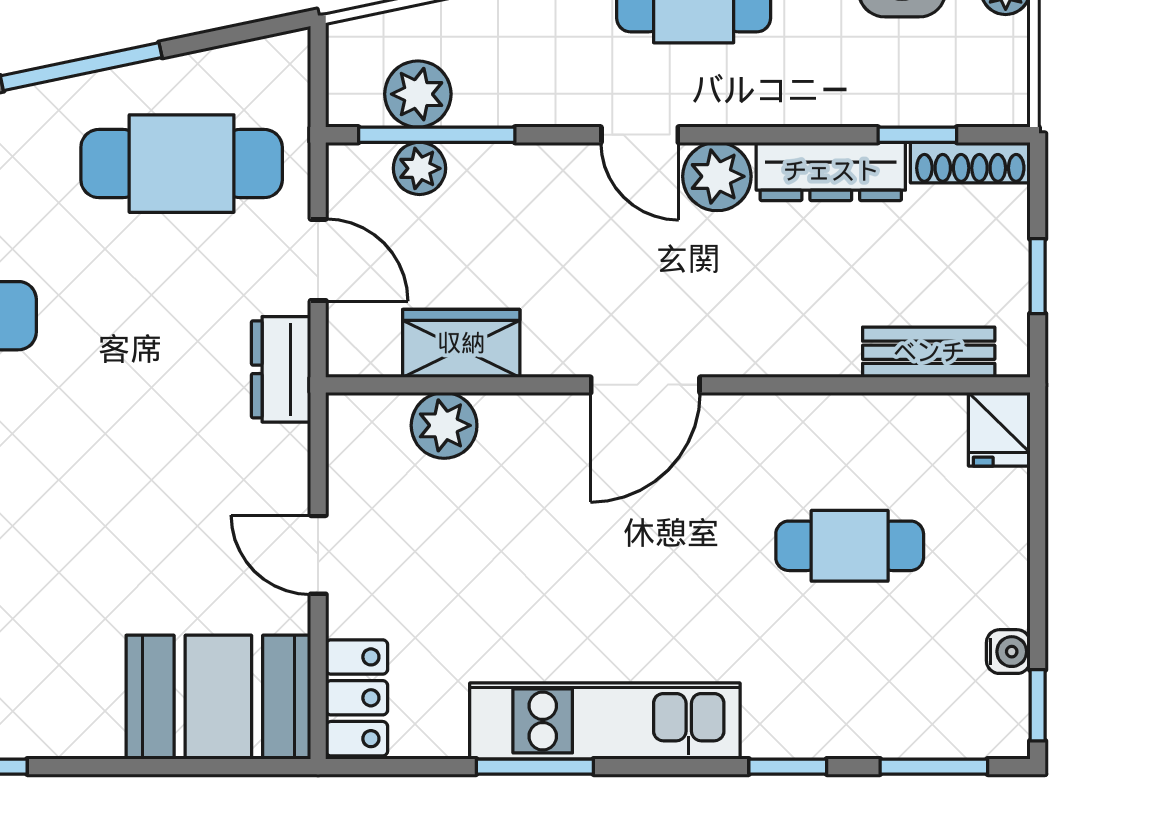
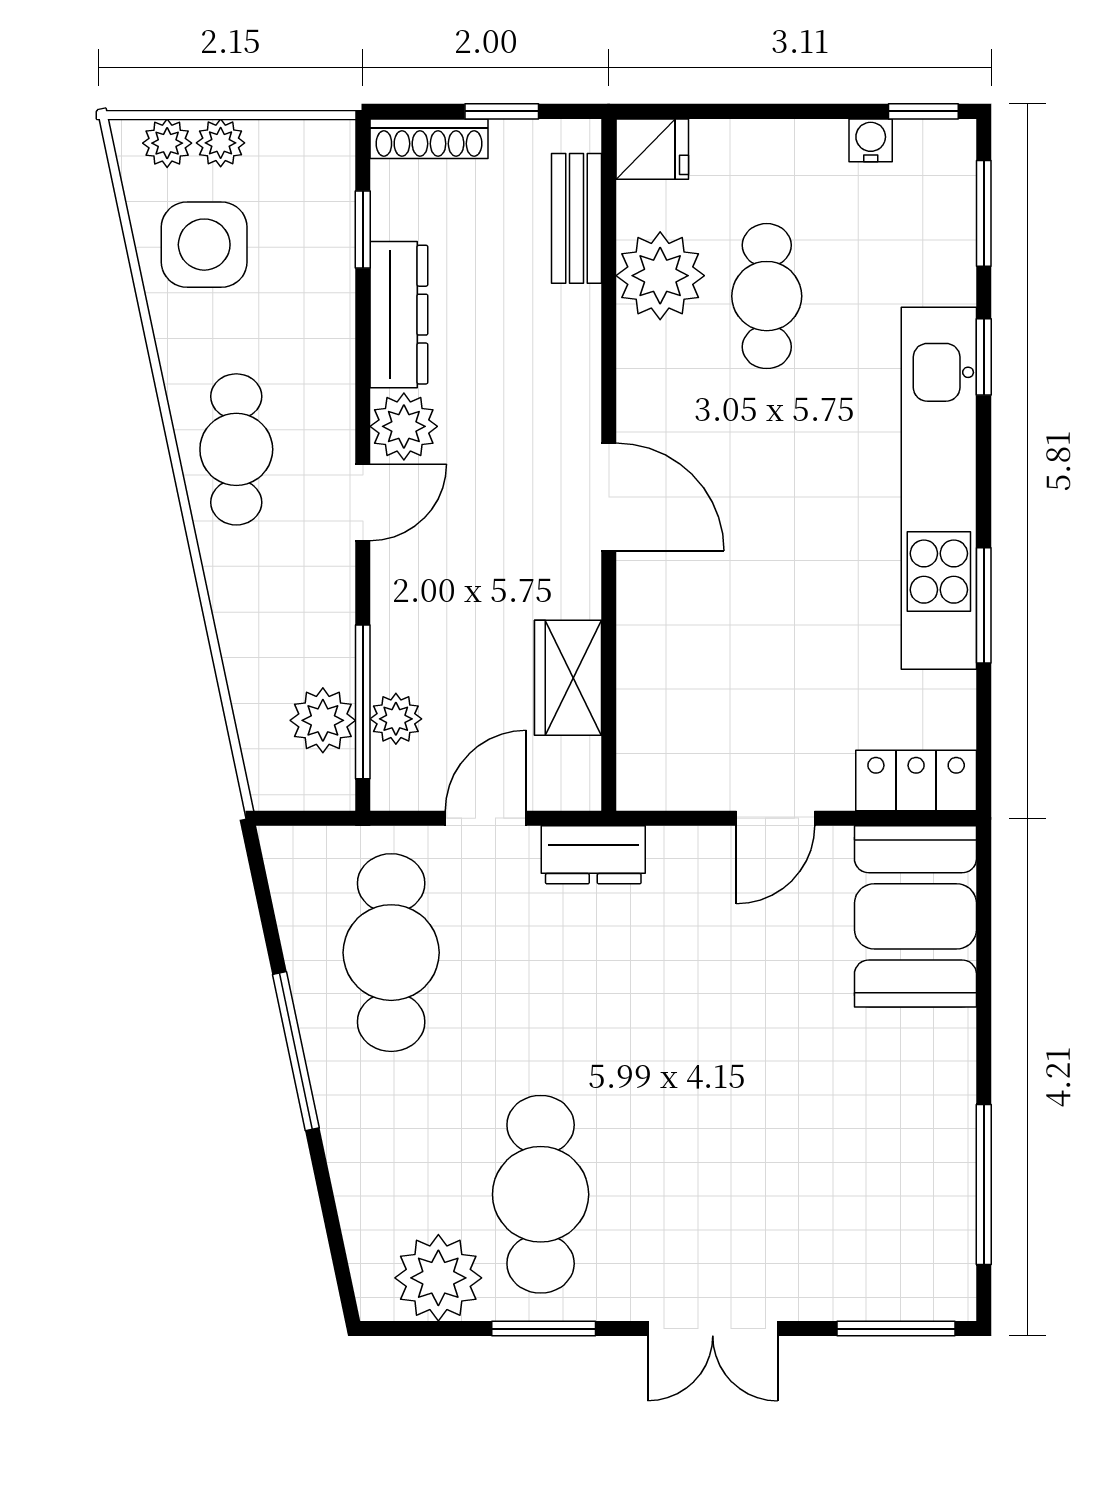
shoe rack: (970, 163) -> (429, 139), moved, turned 90
plant: (444, 425) -> (660, 276), moved, width x1.36, depth x1.36
kitchen unit: (605, 721) -> (939, 488), width x1.36

